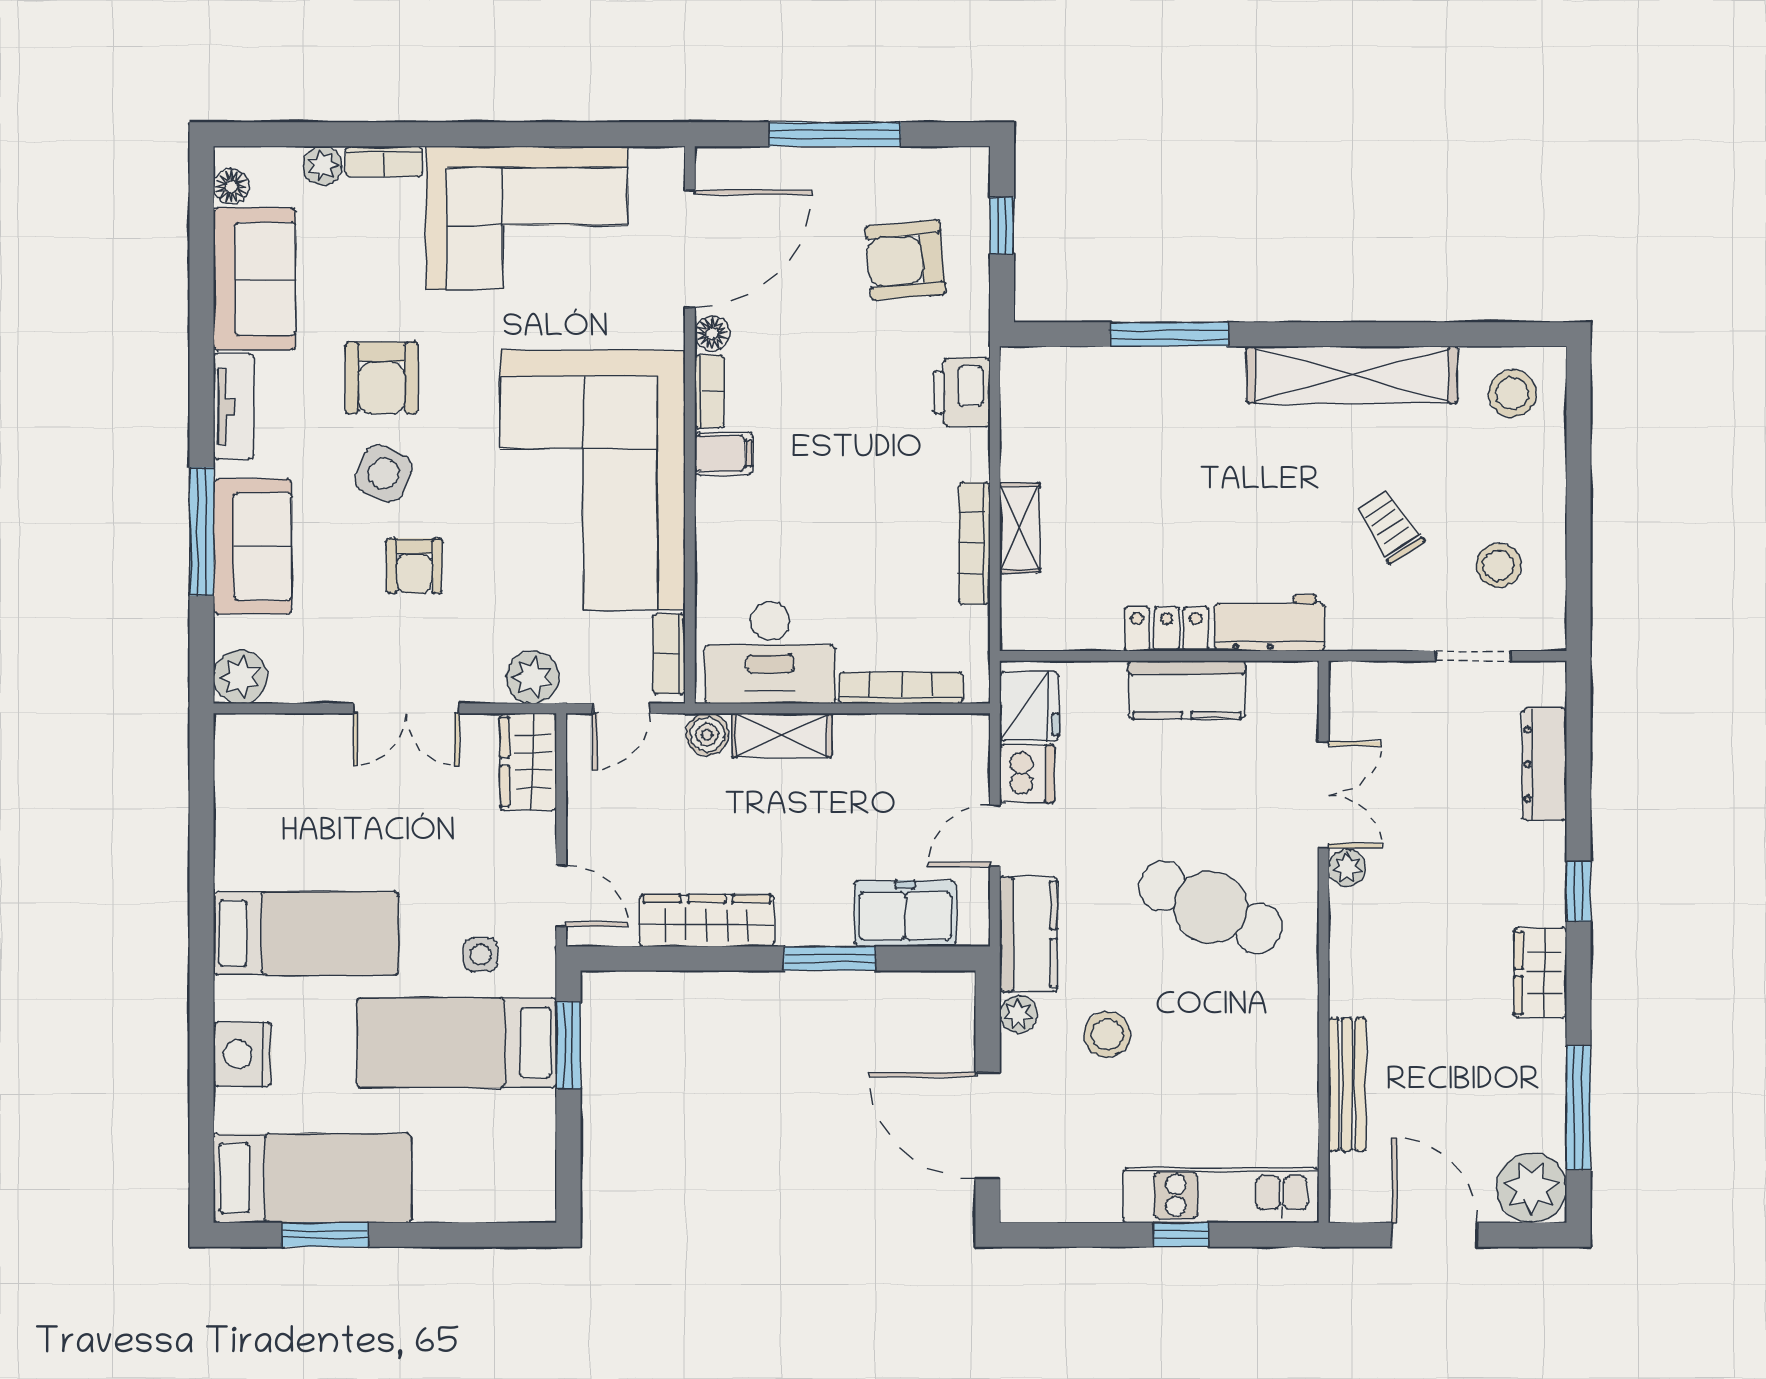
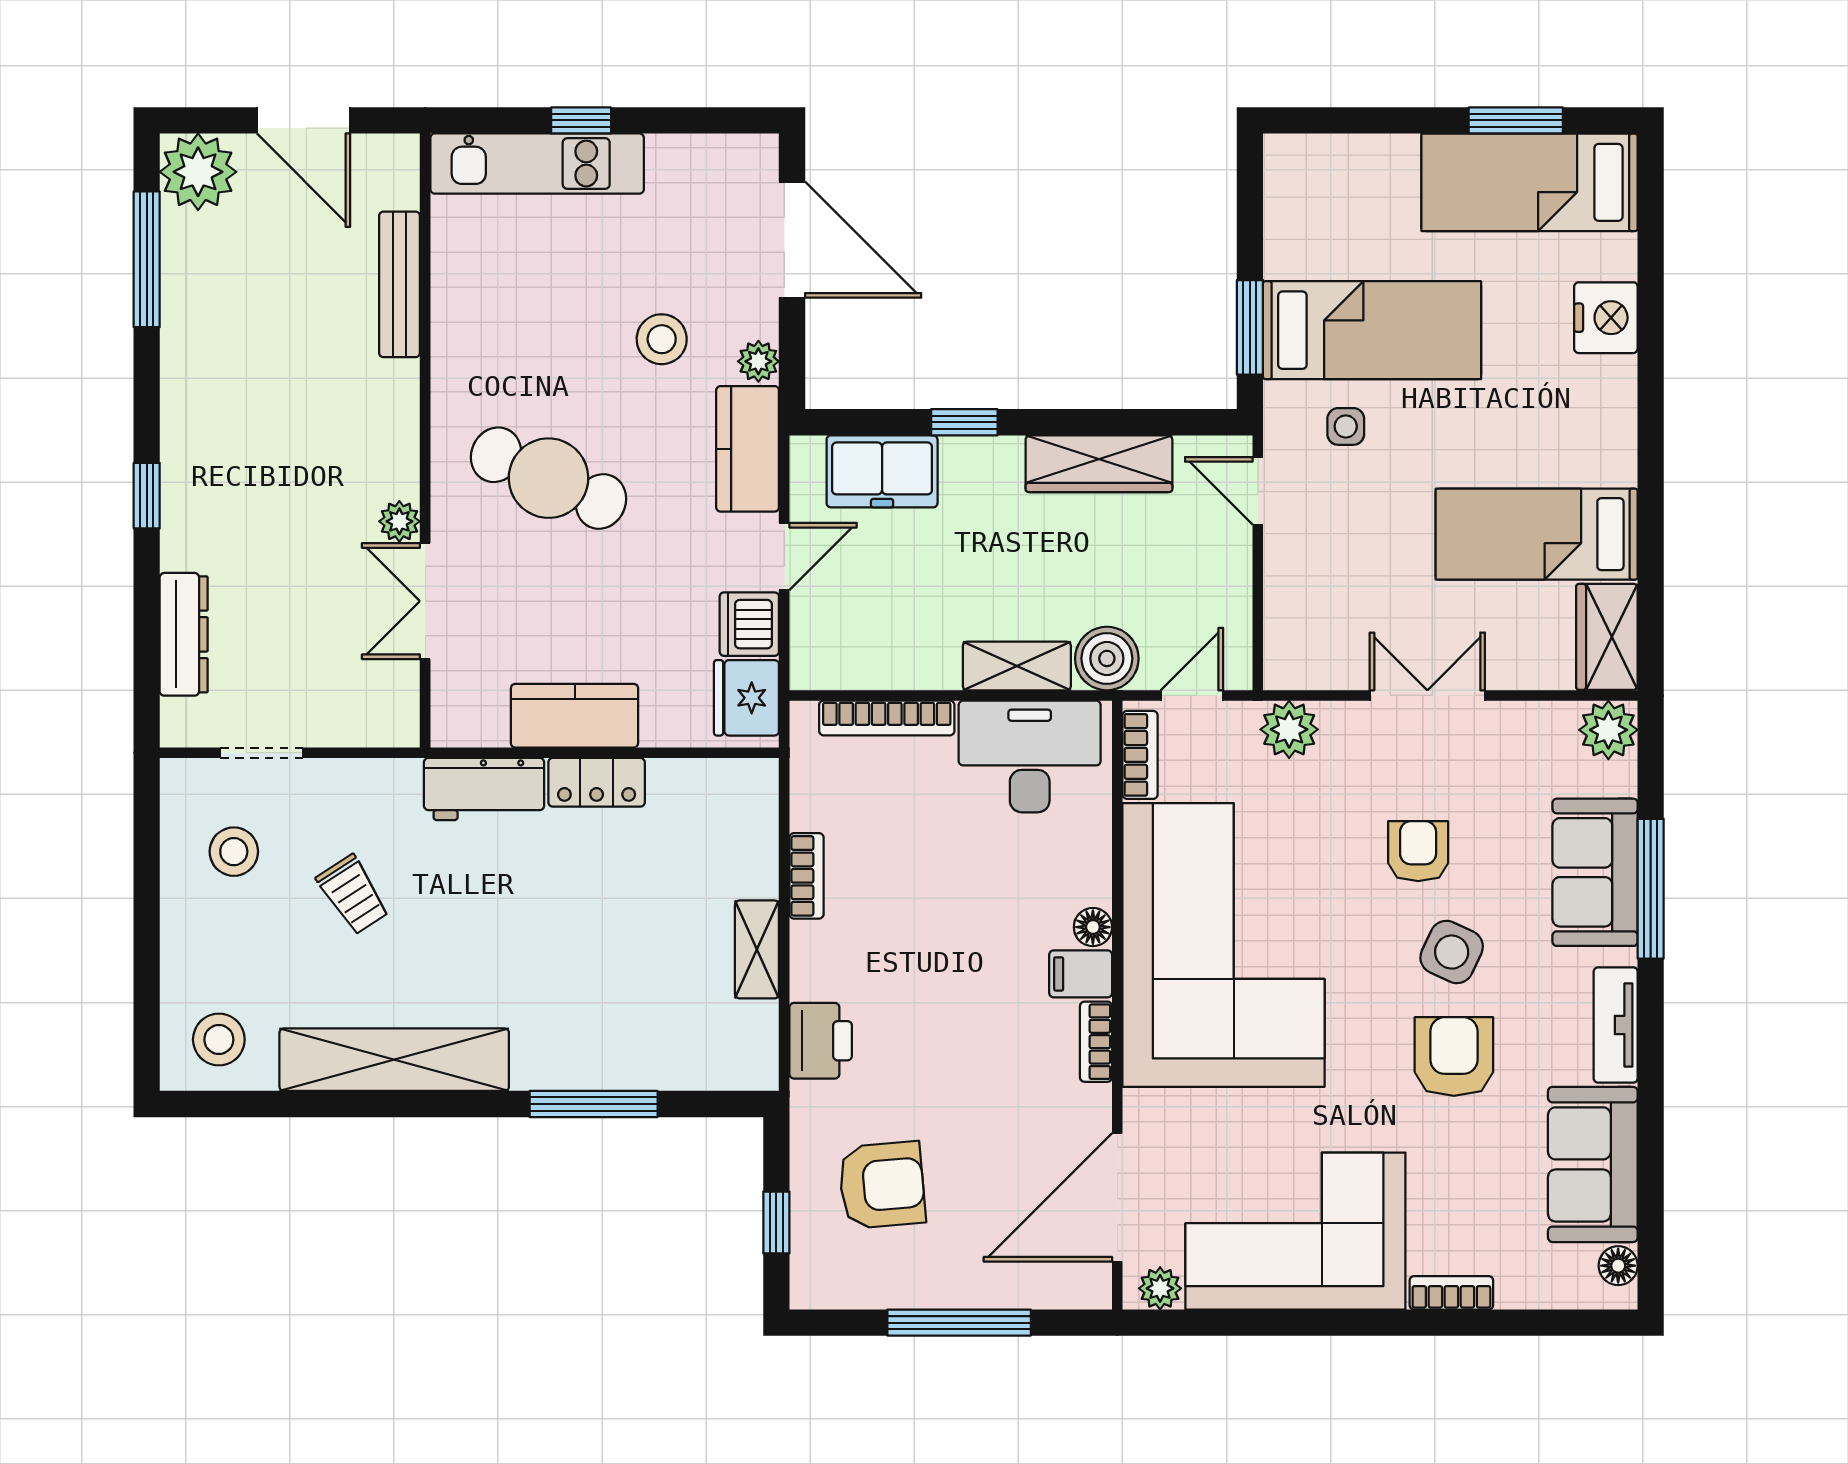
plant: (322, 166) -> (1160, 1288), moved
floor lamp: (712, 333) -> (1093, 927), moved
shelving: (1020, 528) -> (757, 949), moved
bookcase: (974, 543) -> (806, 876), width x0.64
boiler: (707, 734) -> (1107, 658), width x1.36, depth x1.36
wardrobe: (528, 762) -> (1607, 637), moved, turned 180
bed: (306, 933) -> (1537, 534), moved
window: (830, 958) -> (964, 422), width x0.67
wardrobe: (1540, 973) -> (188, 407), removed

